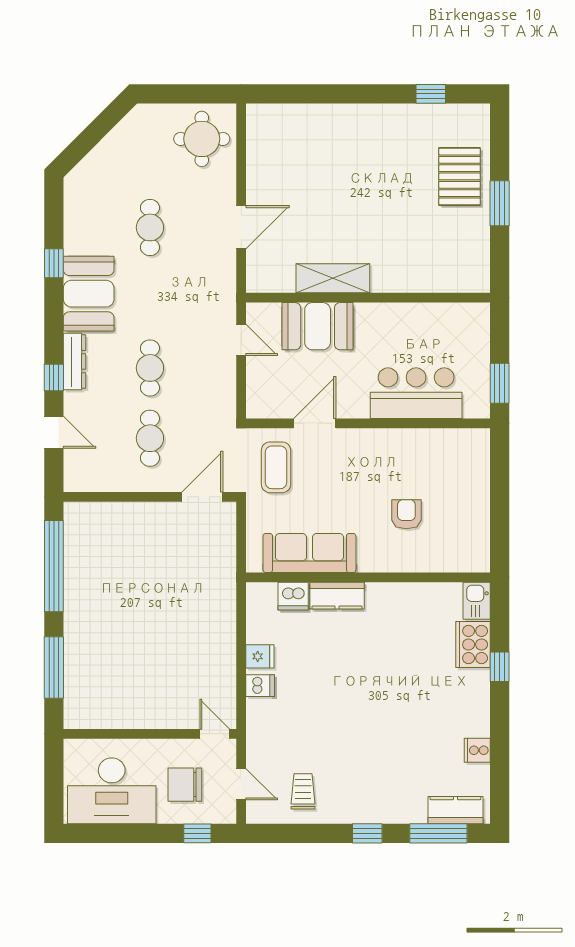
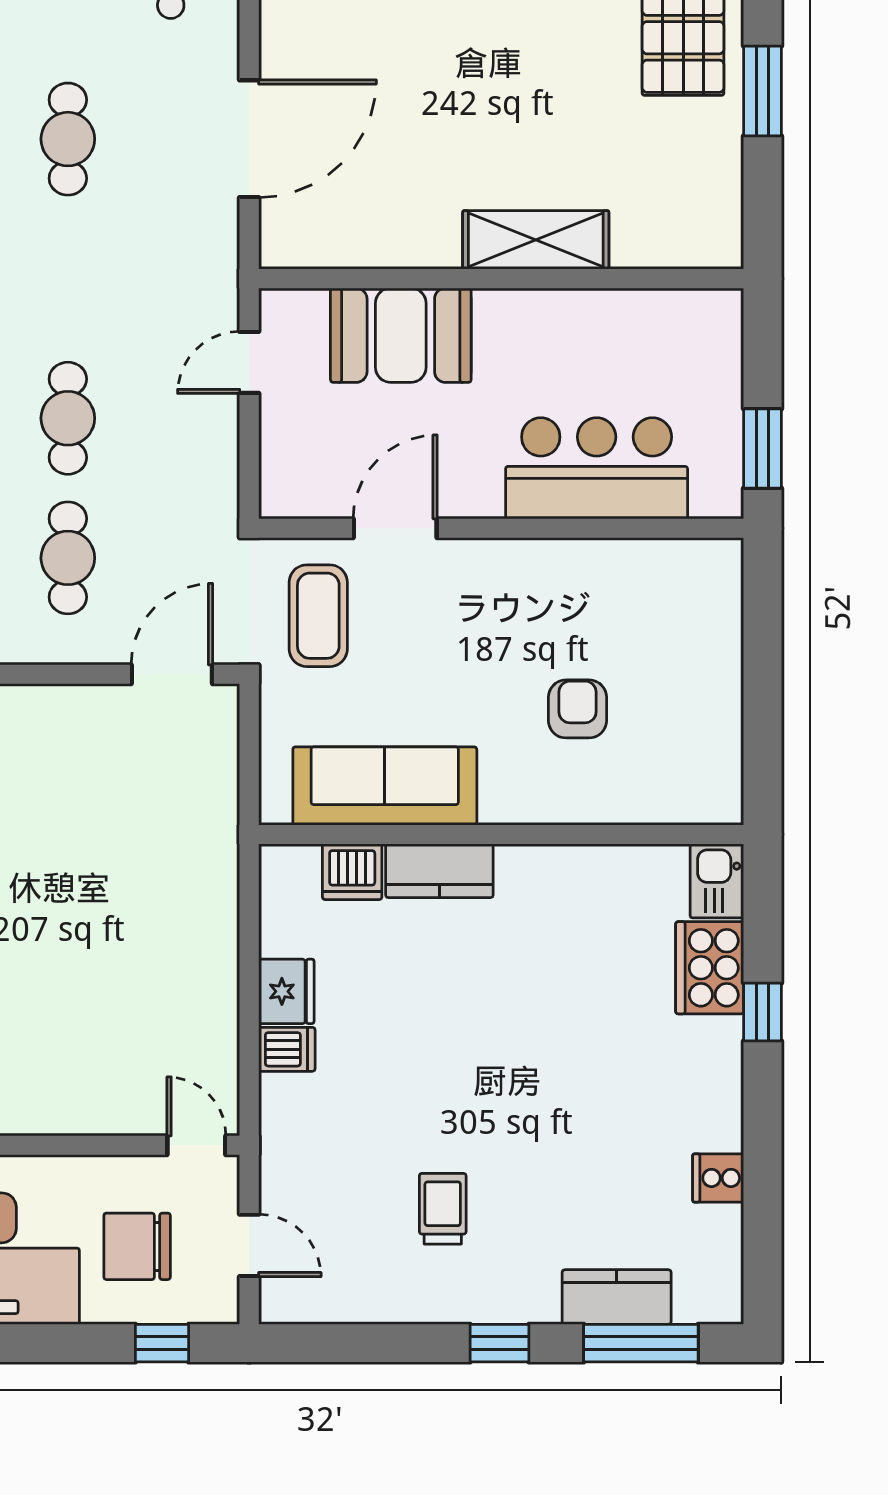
door: (241, 227) -> (249, 139), width x1.36
shelving: (333, 278) -> (536, 240), moved
door: (241, 340) -> (249, 362), swing flipped
fridge: (260, 656) -> (286, 991), width x1.38
trolley: (303, 791) -> (443, 1209), moved
kitchen counter: (455, 810) -> (617, 1297), moved

